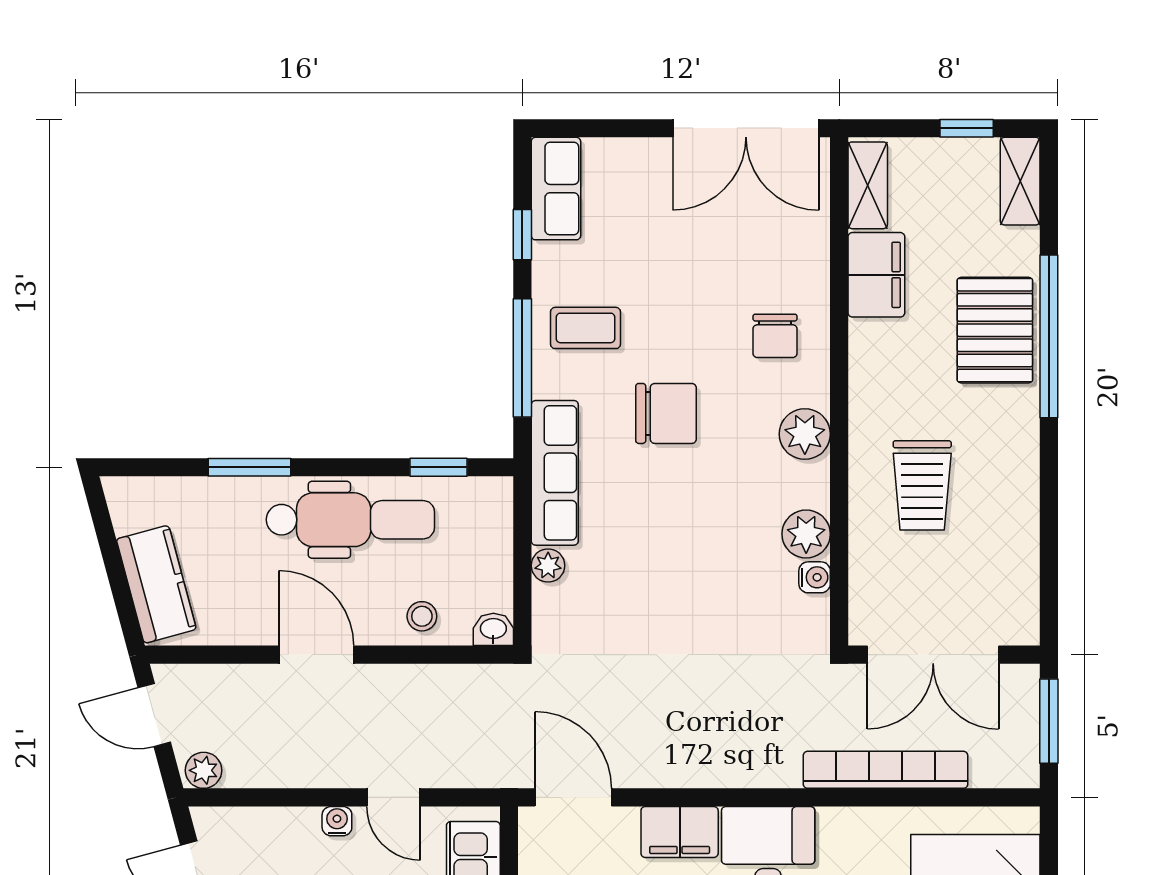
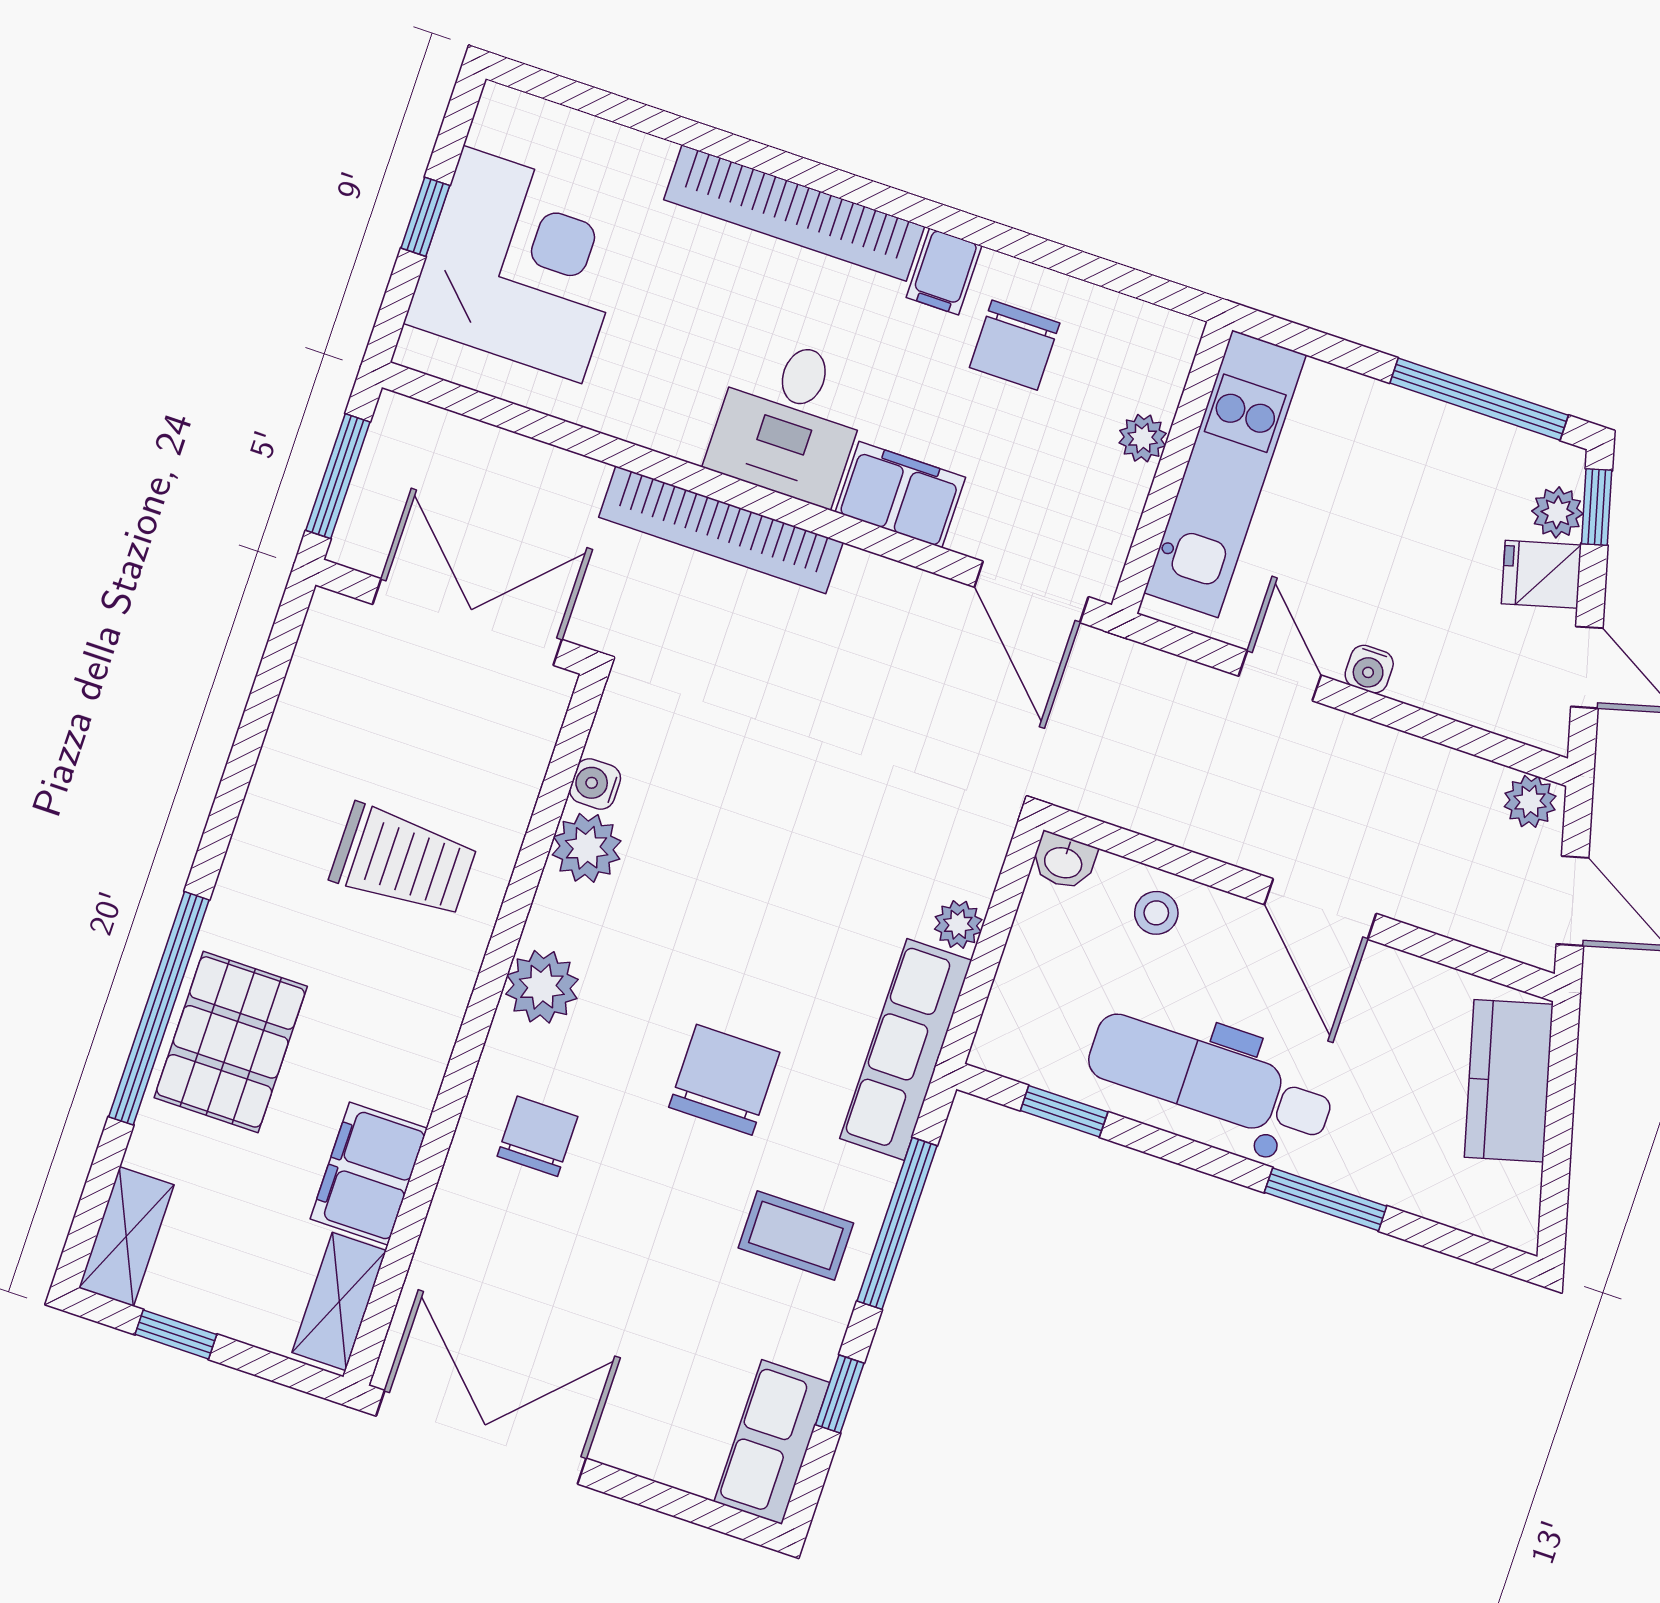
chair: (666, 413) -> (724, 1080), turned 90
trolley: (922, 485) -> (404, 861), turned 90
bookcase: (886, 770) -> (721, 530), moved

